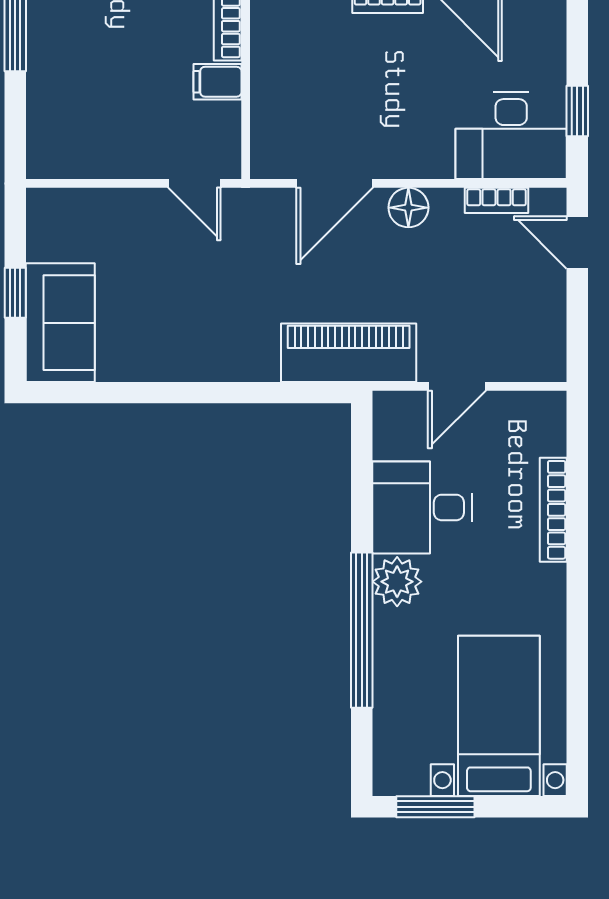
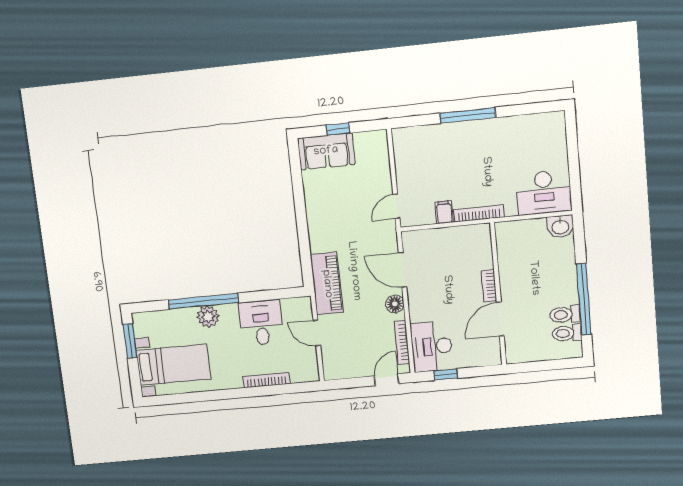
bookcase: (496, 200) -> (402, 343), width x1.56
plant: (397, 582) -> (208, 317), moved

